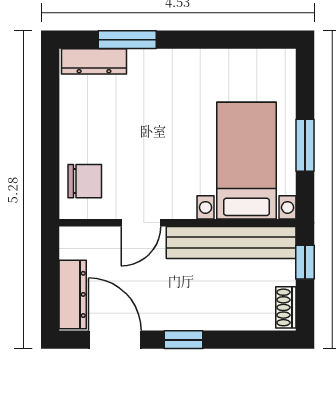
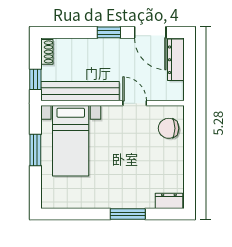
window: (127, 40) -> (128, 214), moved
dresser: (94, 61) -> (169, 201), width x0.70
door: (141, 223) -> (135, 103), hinge flipped

